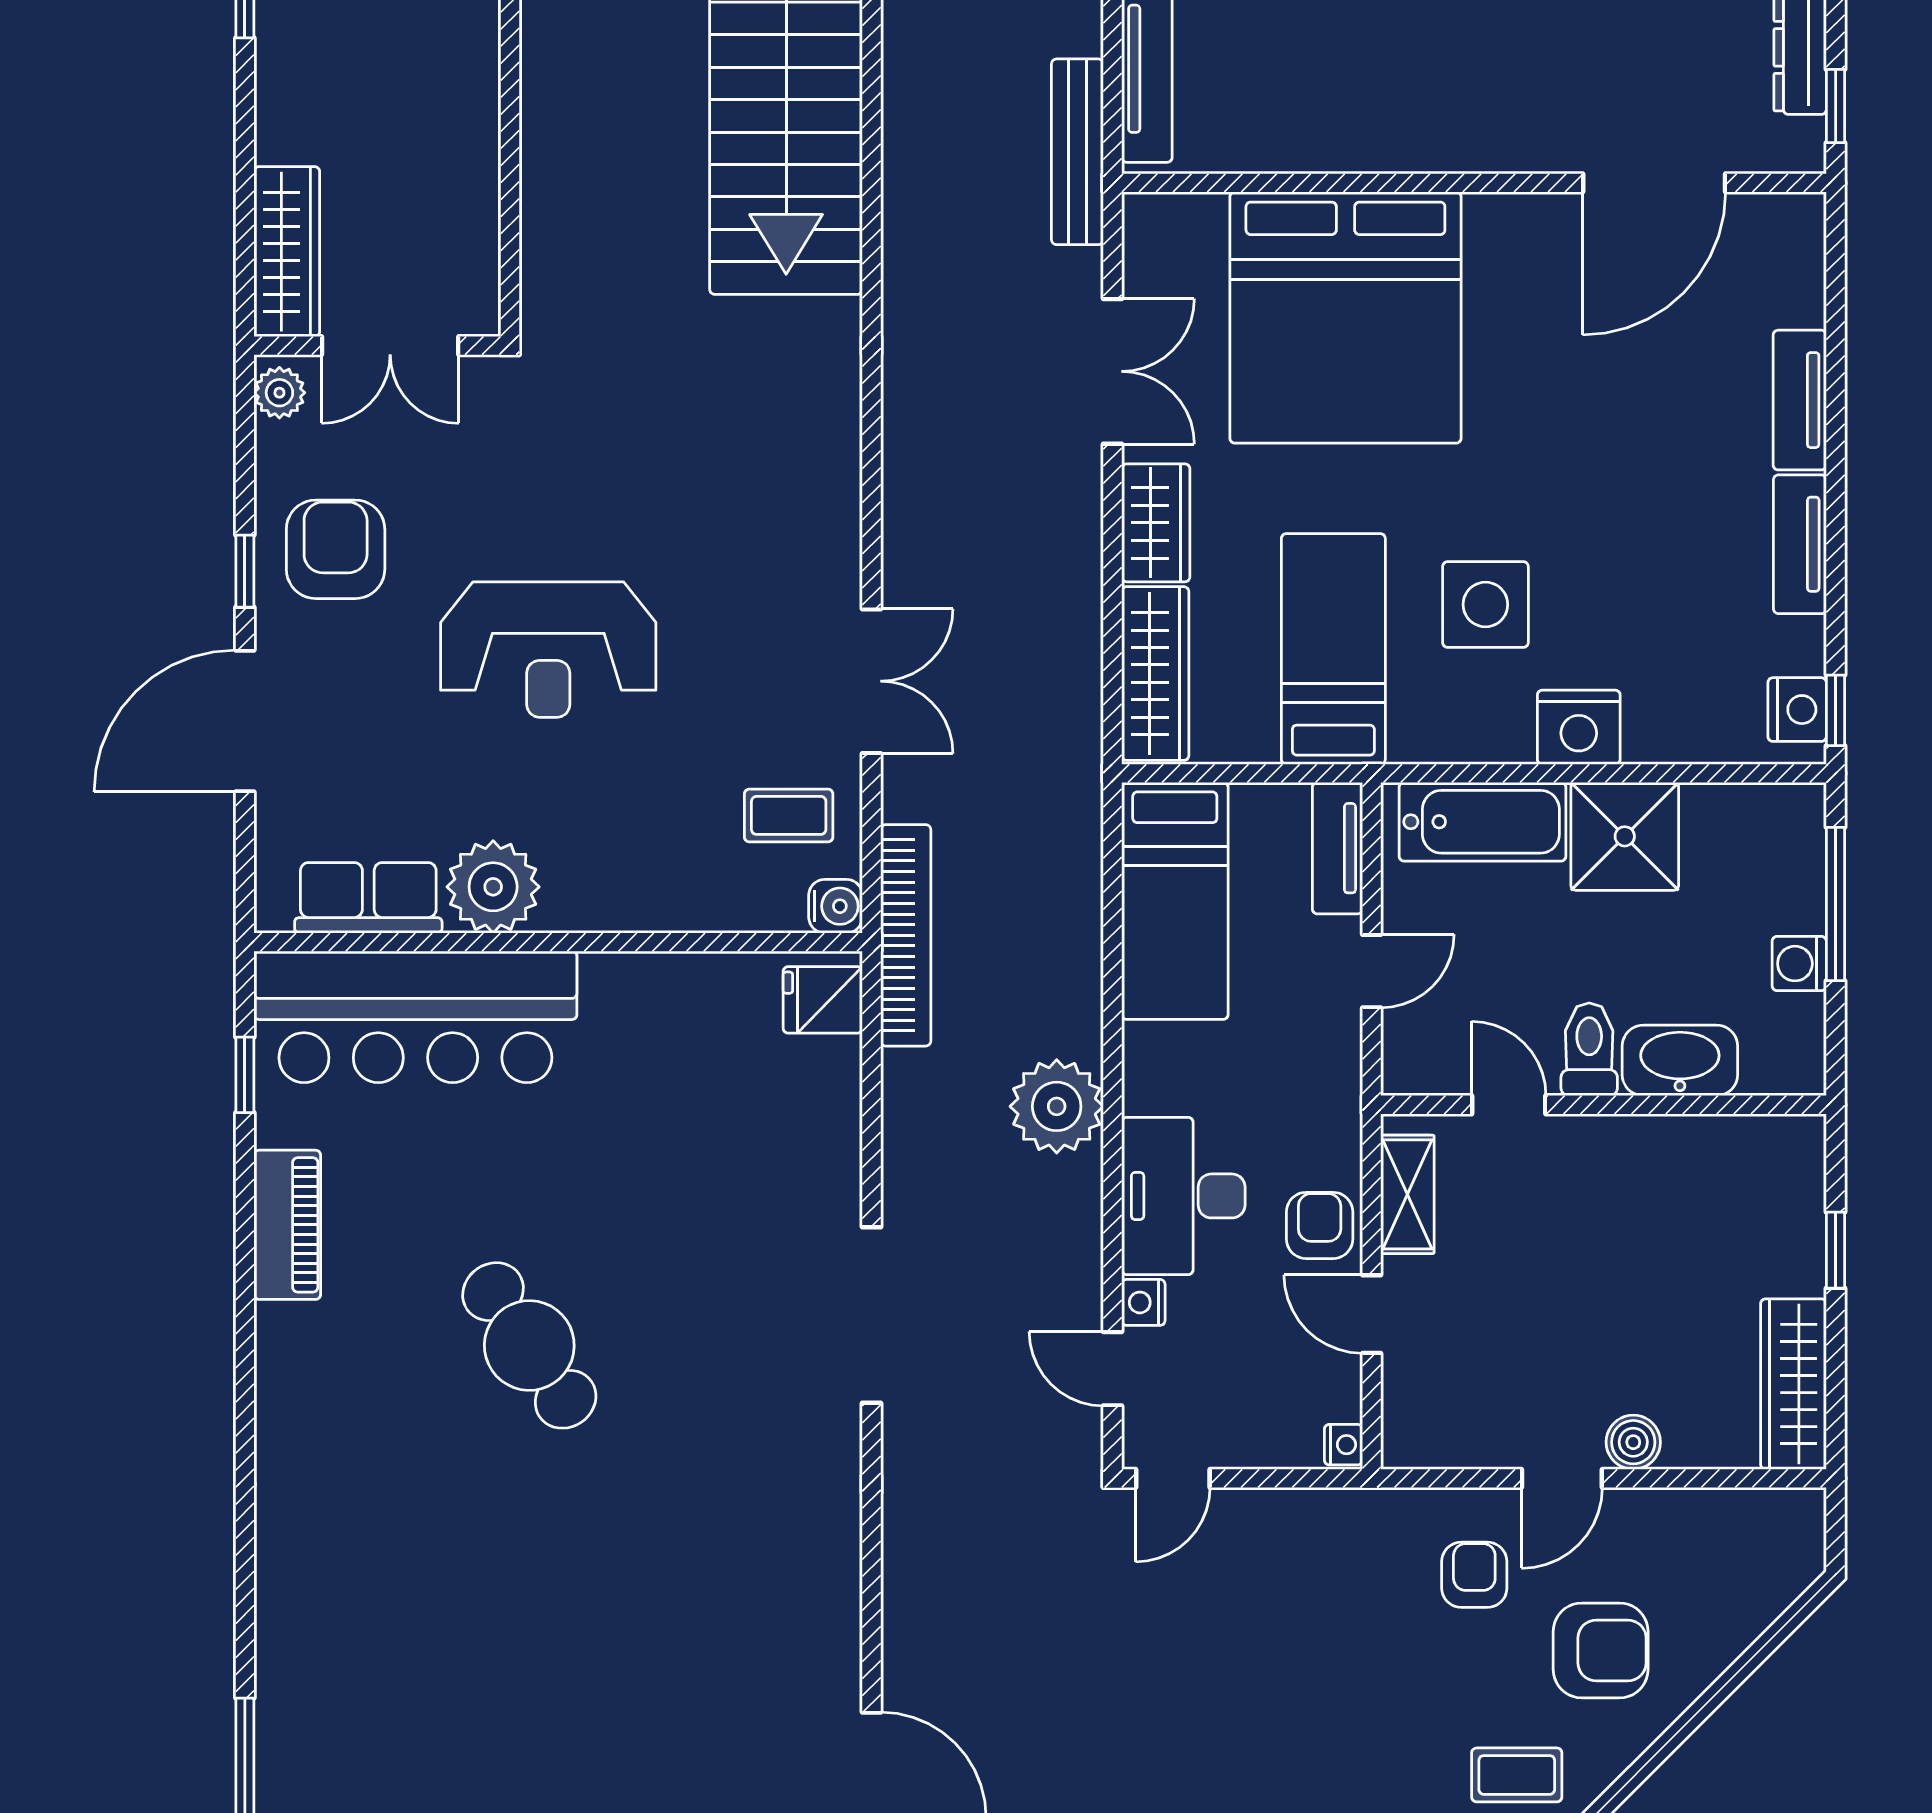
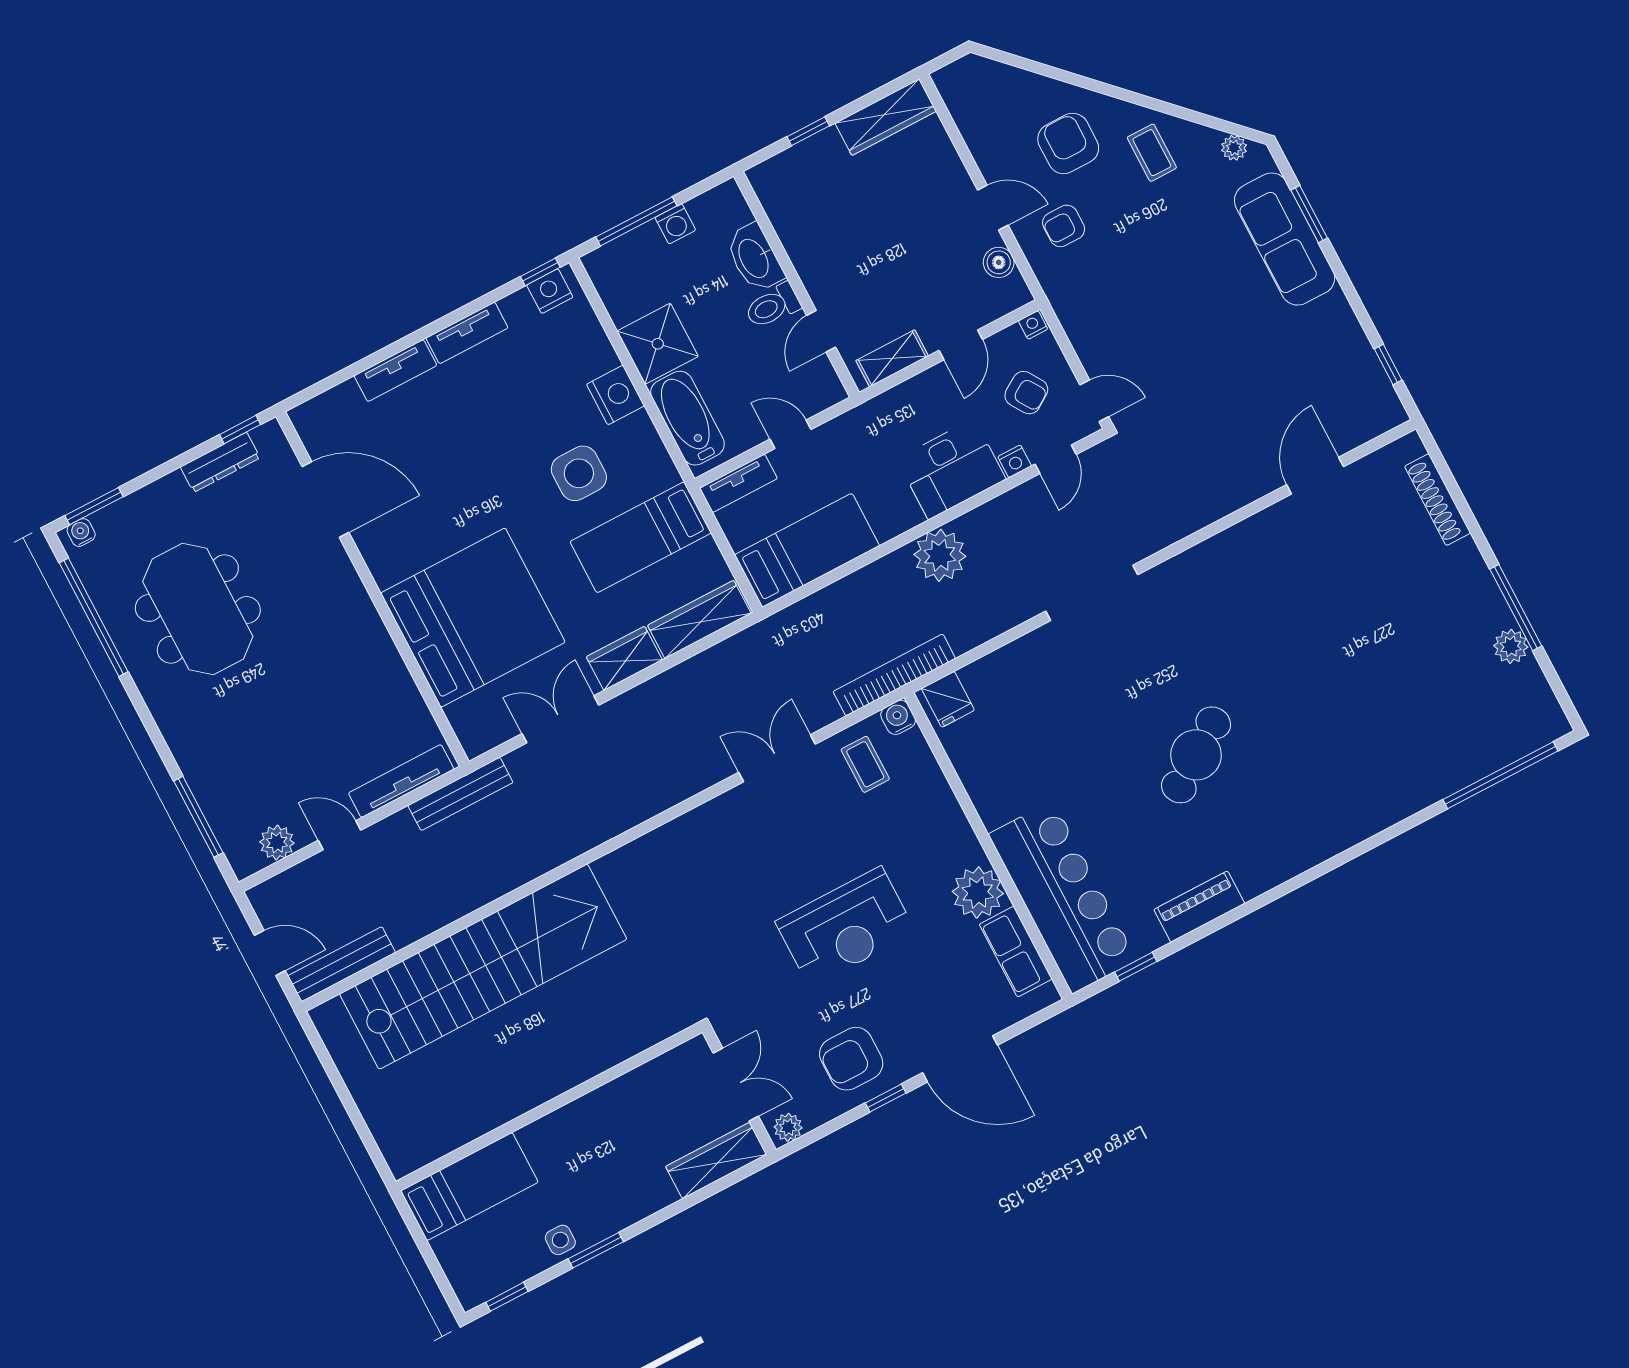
reception desk: (548, 650) -> (846, 927), turned 90
armchair: (1320, 1225) -> (1026, 393), moved, turned -123
boiler: (1633, 1442) -> (999, 262), moved

